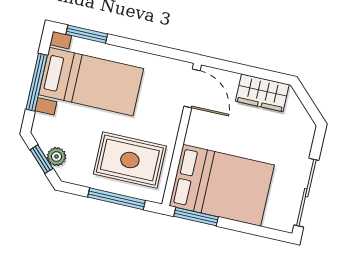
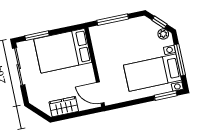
plant: (57, 157) -> (163, 34), moved
rug: (130, 160) -> (115, 42), removed
window: (196, 217) -> (37, 36), moved

